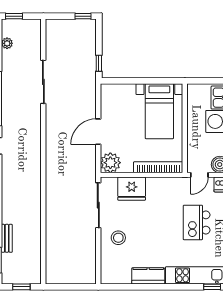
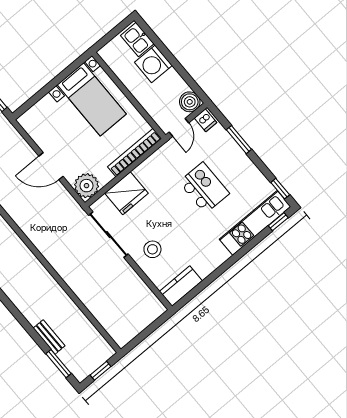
door: (98, 132) -> (51, 166), hinge flipped
kitchen island: (197, 222) -> (204, 188), moved, turned 180
kitchen counter: (148, 276) -> (181, 286), moved

